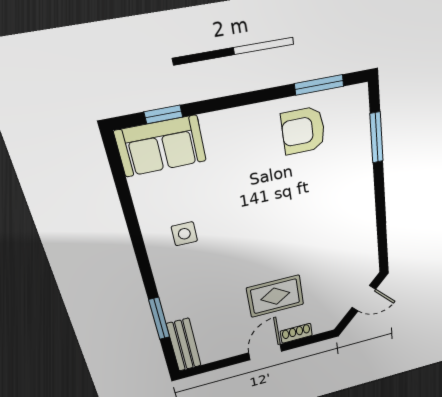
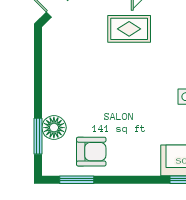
floor lamp: (357, 154) -> (54, 128), added

